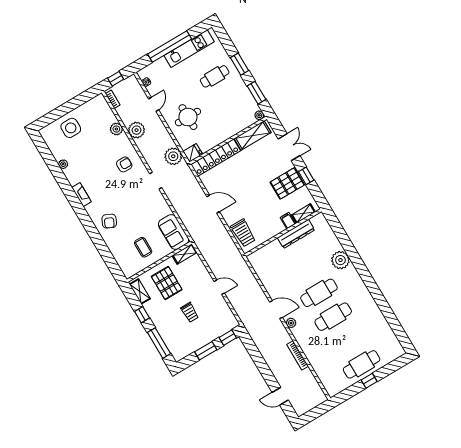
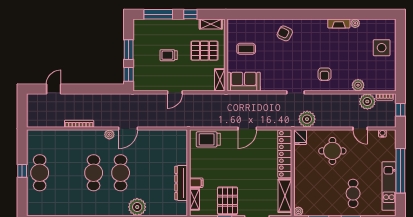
plant: (137, 130) -> (367, 101), moved
fireplace: (81, 195) -> (339, 23), moved

